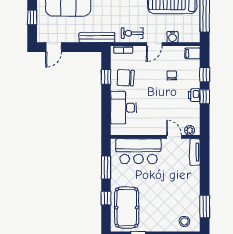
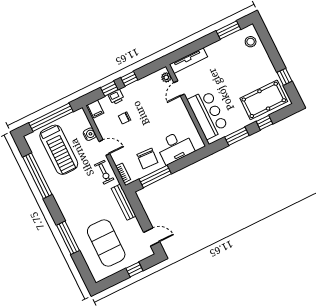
window: (106, 77) -> (155, 176), width x2.17
printer: (194, 95) -> (116, 97), moved
tv unit: (195, 152) -> (188, 61), width x1.41

